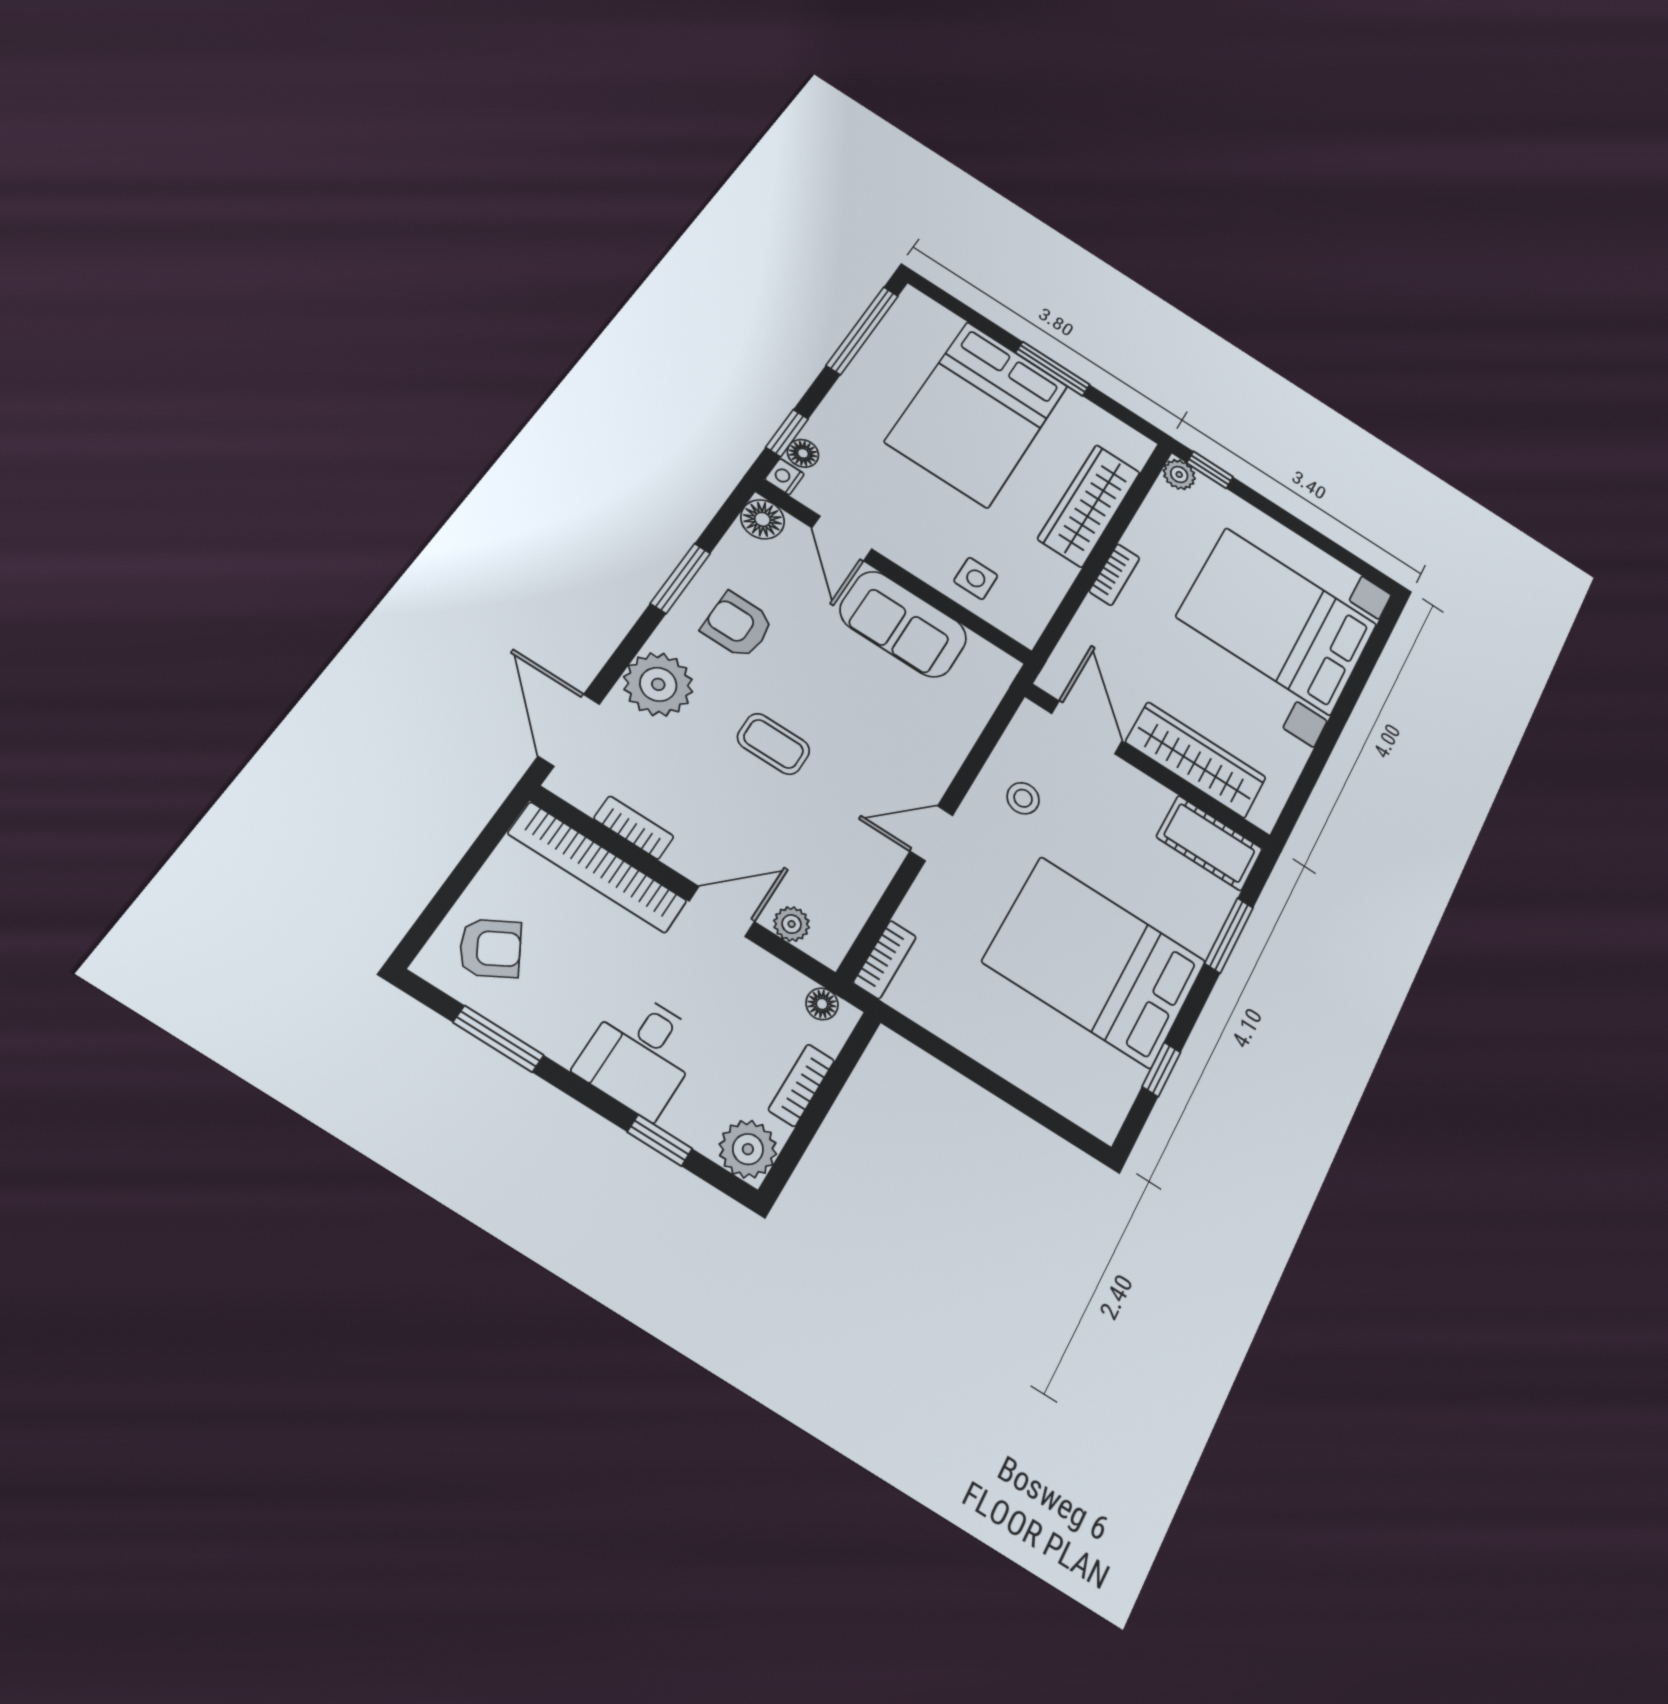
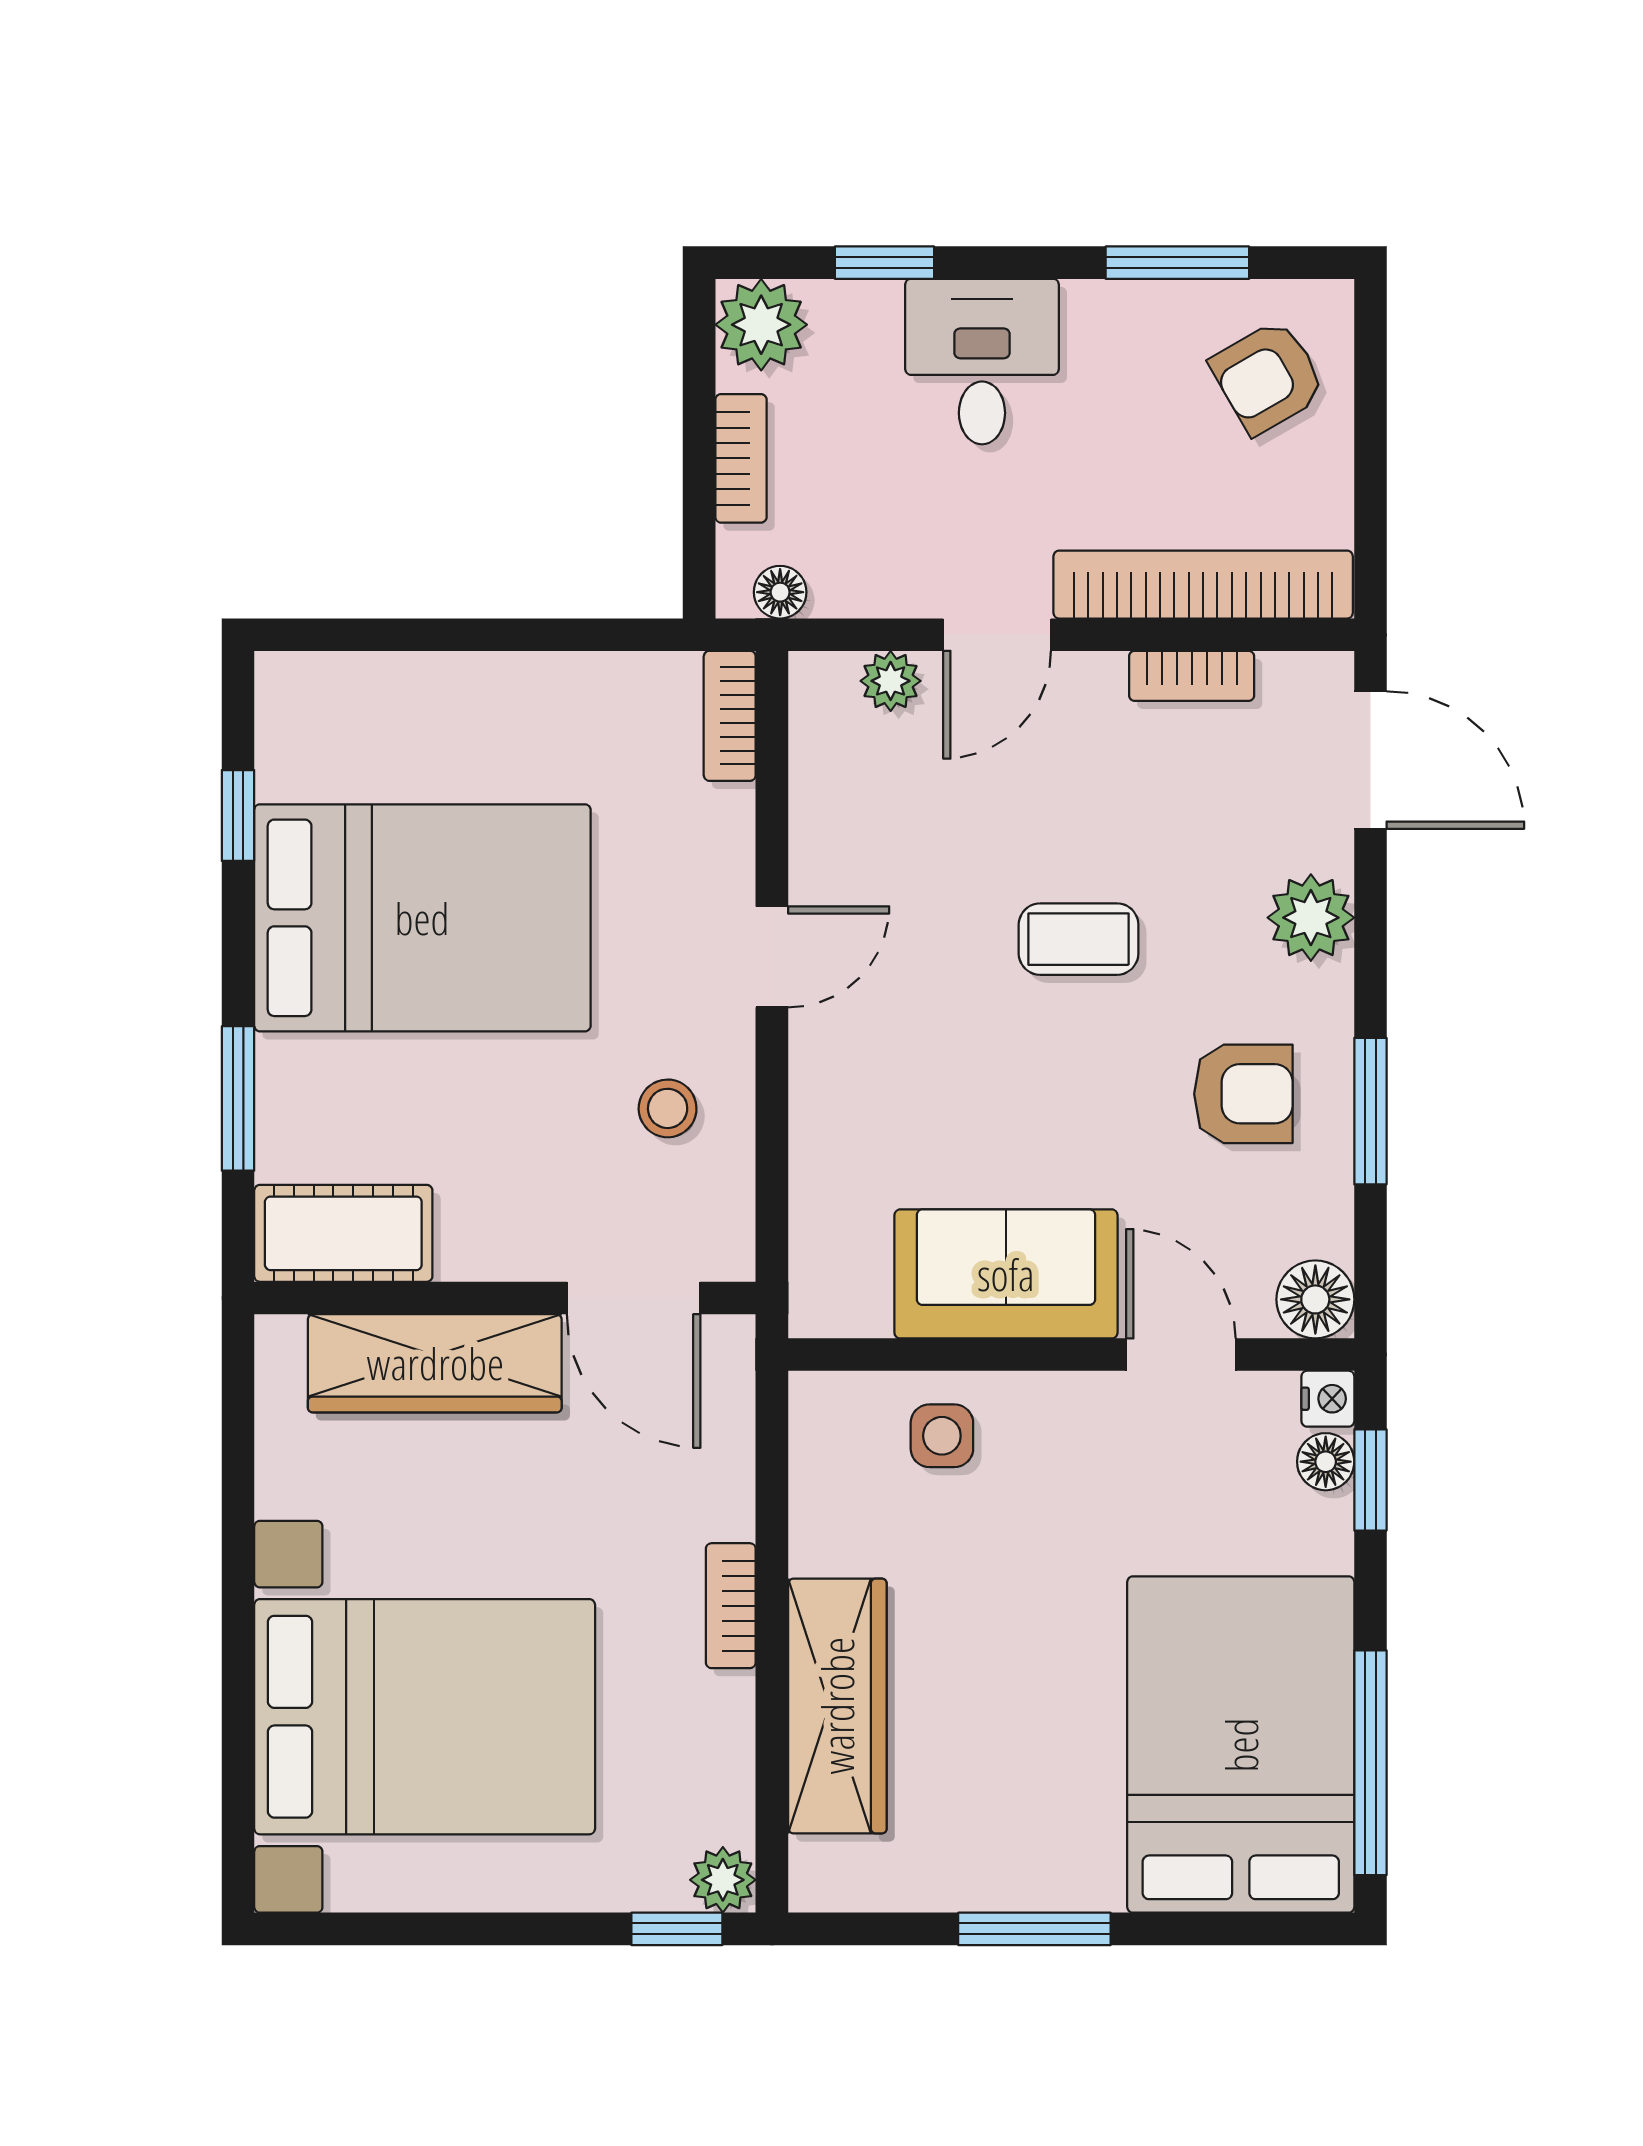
bed: (977, 414) -> (1241, 1745), moved
plant: (658, 684) -> (1311, 918), width x0.73, depth x0.73

